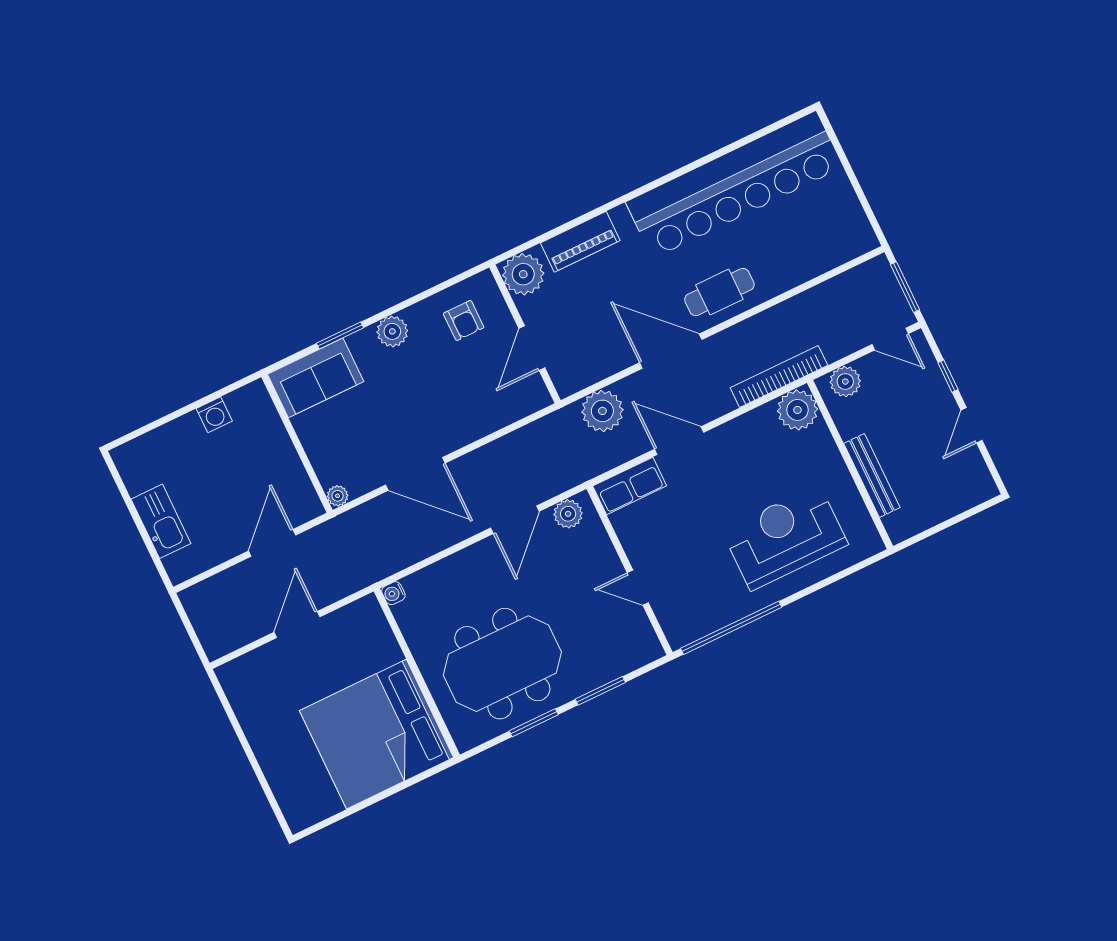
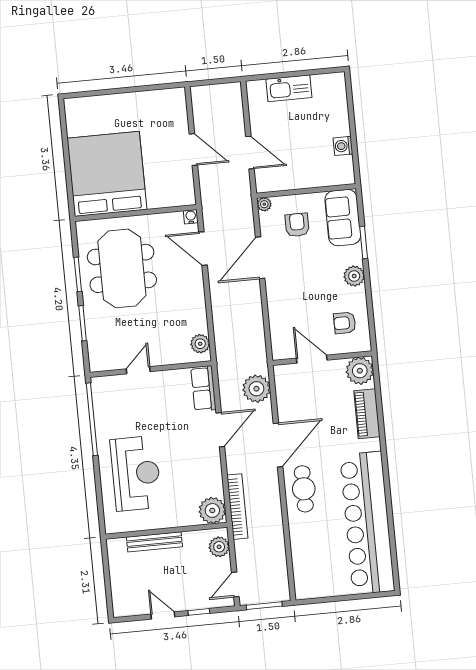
armchair: (350, 439) -> (297, 225), added
door: (515, 520) -> (203, 249), moved

